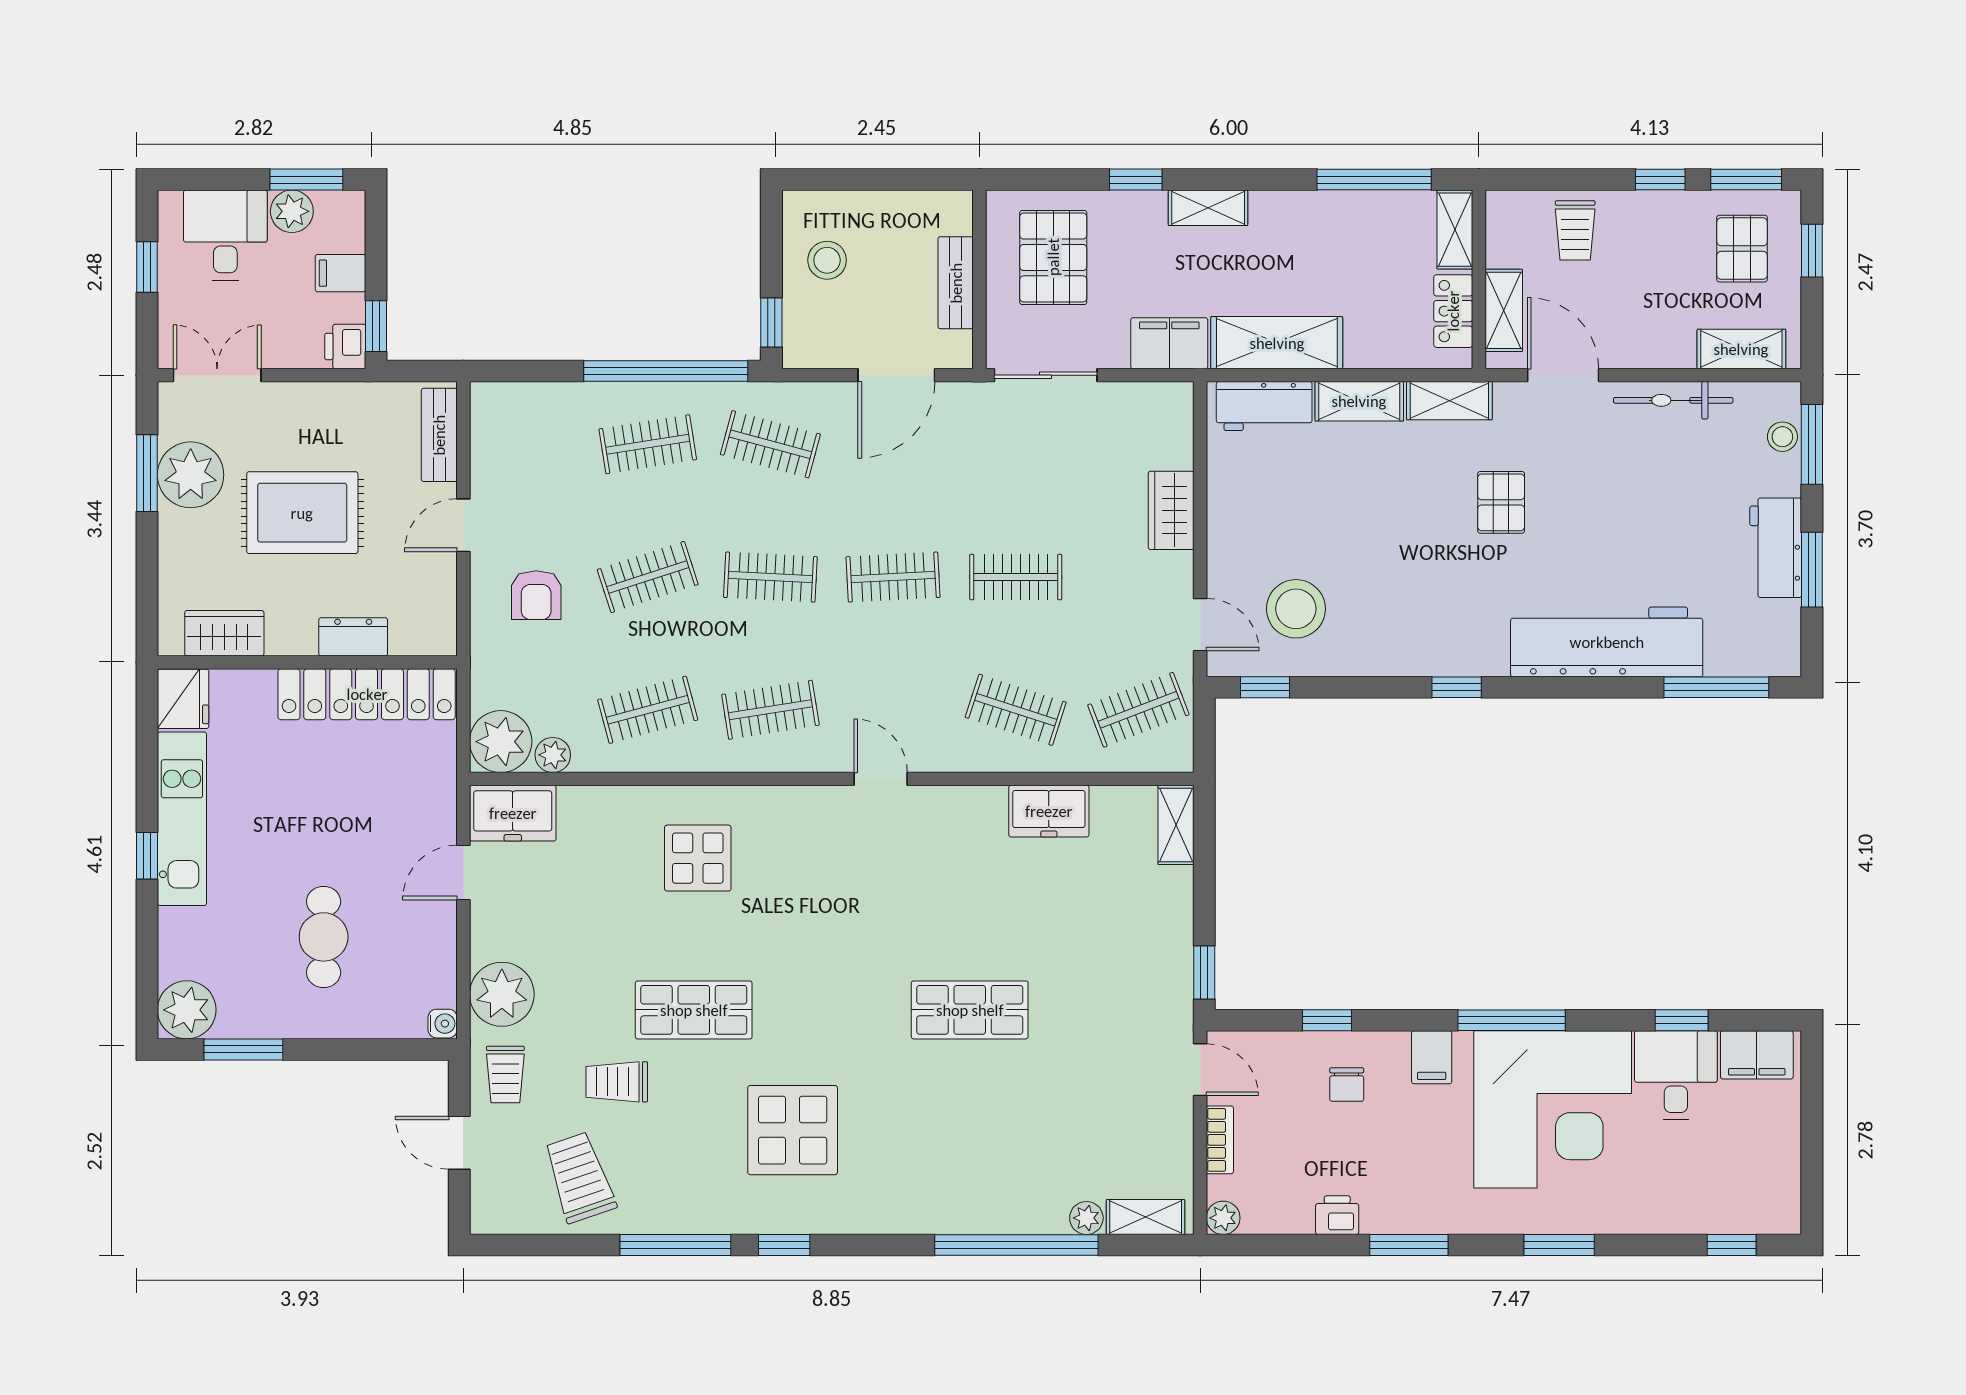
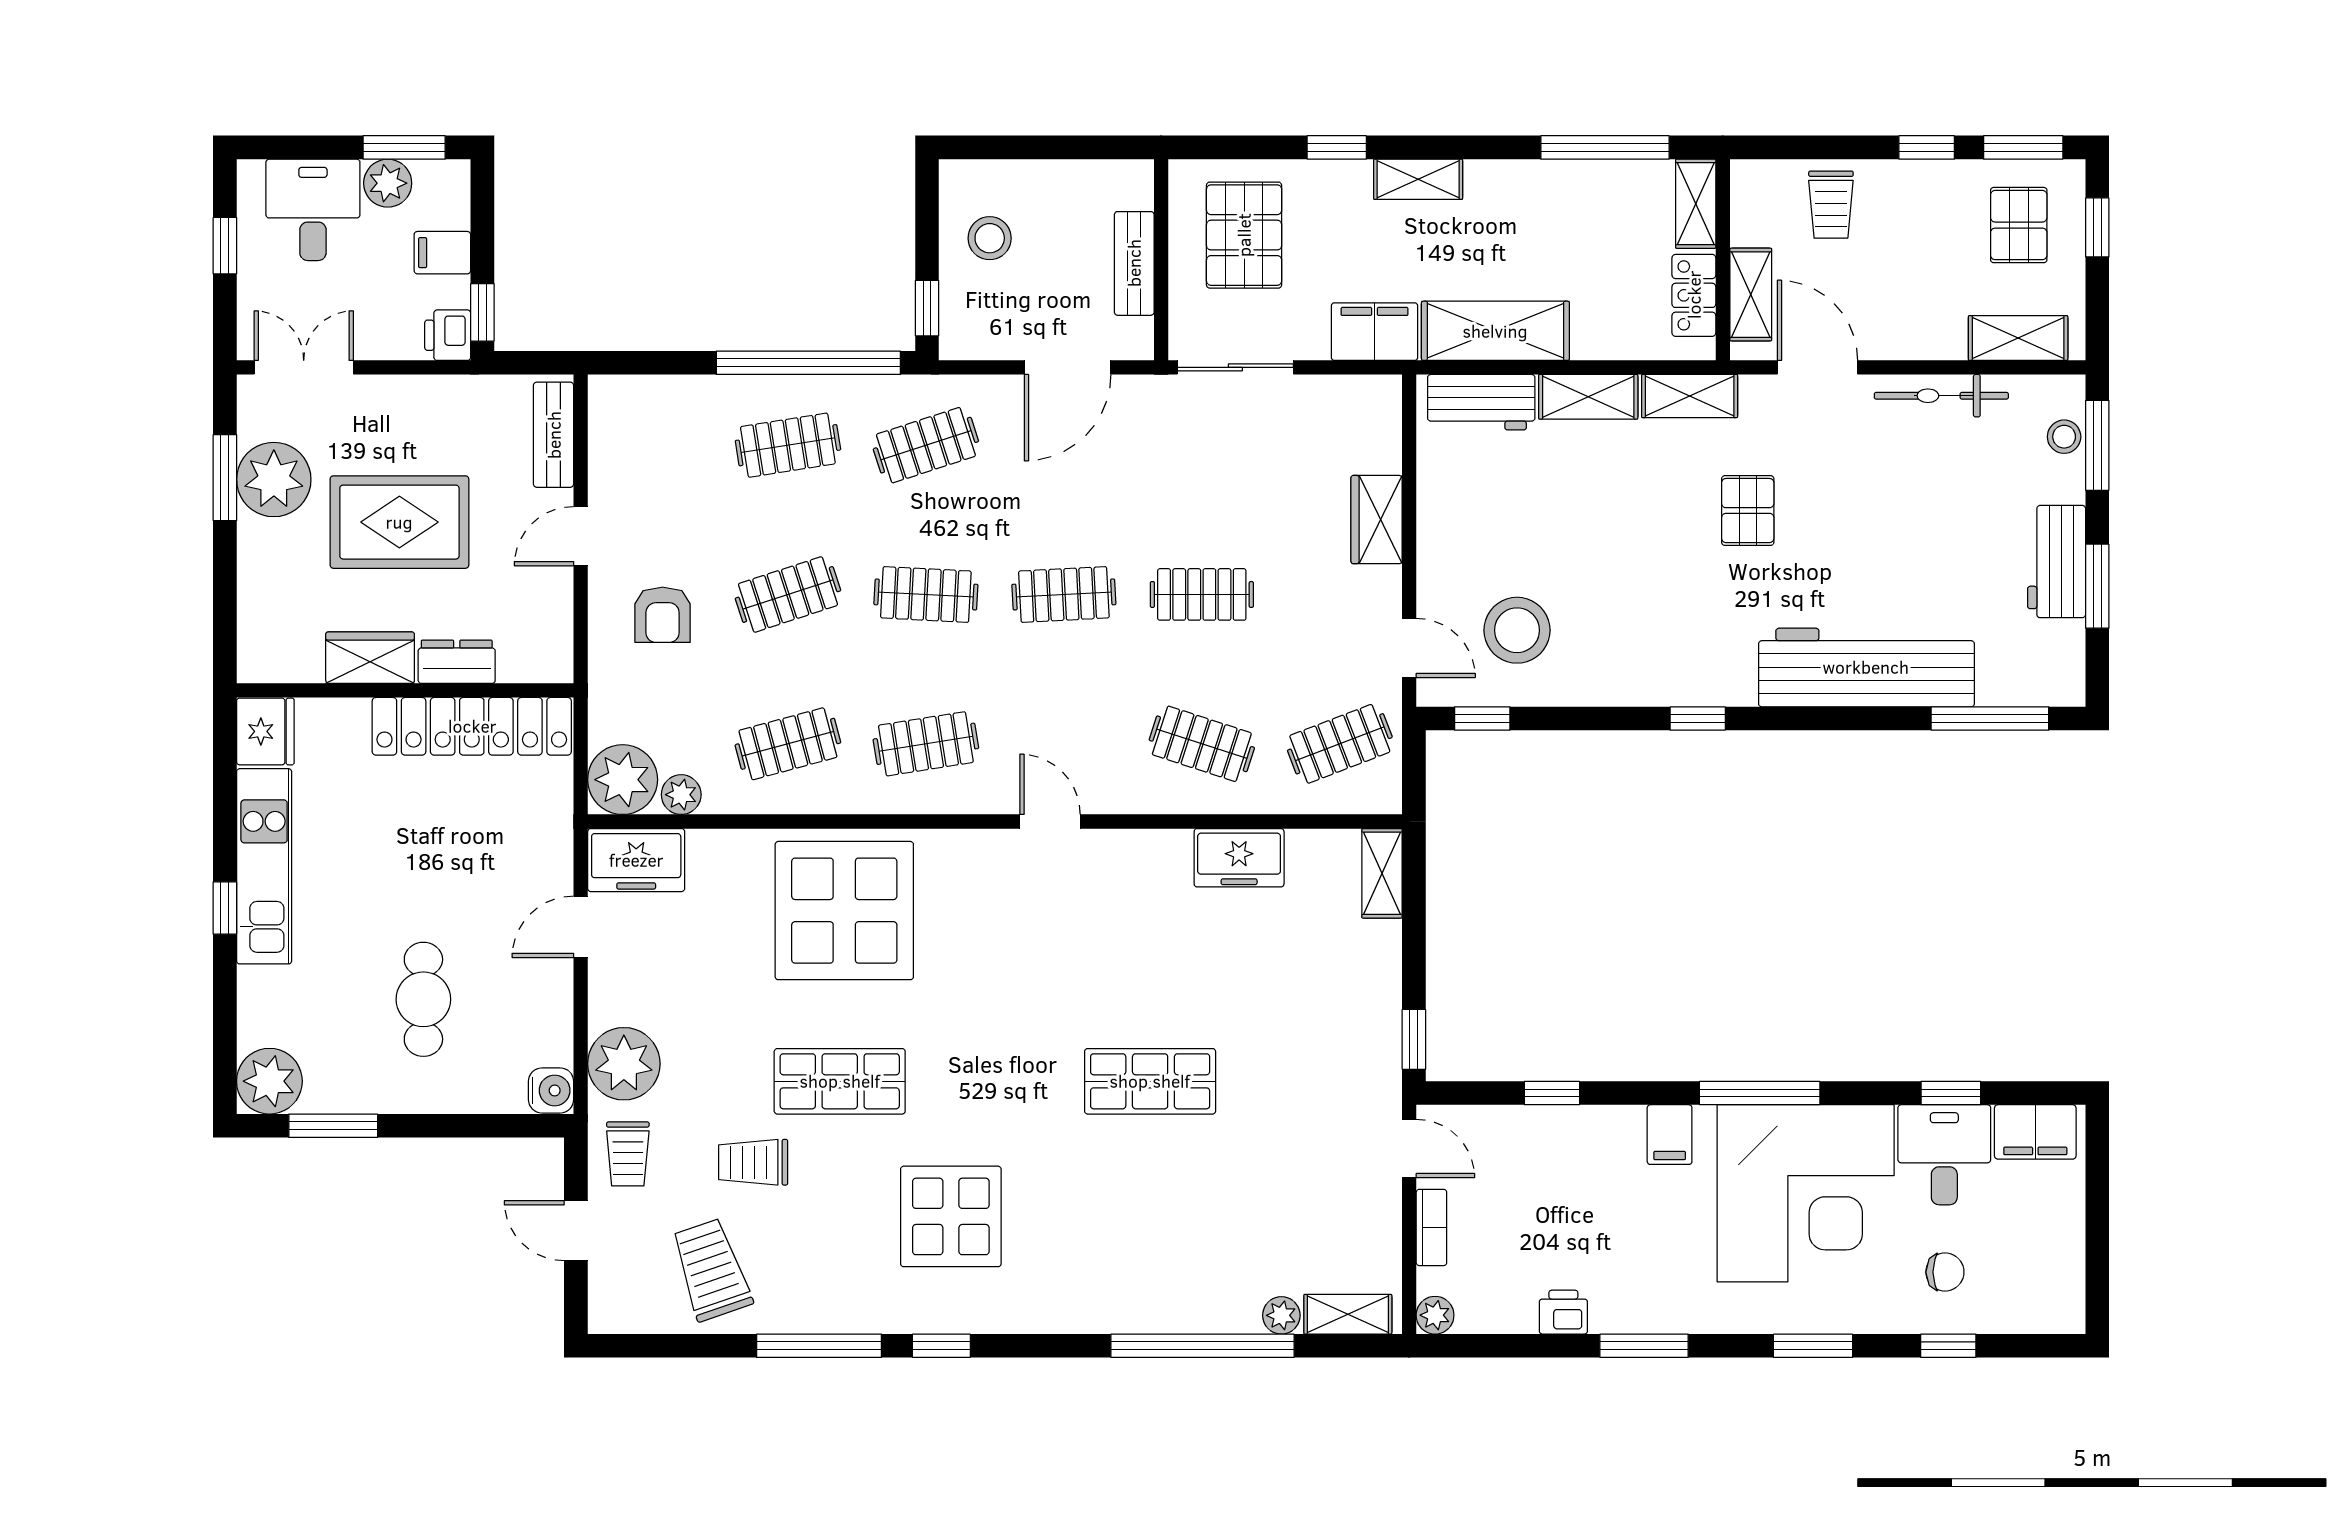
clothes rail: (770, 444) -> (926, 445), turned -33
wardrobe: (224, 633) -> (370, 658), moved
display table: (698, 858) -> (844, 911), width x1.86, depth x1.86
water cooler: (443, 1024) -> (551, 1090), width x1.38, depth x1.38
chair: (1347, 1085) -> (1945, 1272), moved, turned -90
window: (1732, 1245) -> (1948, 1346), moved

